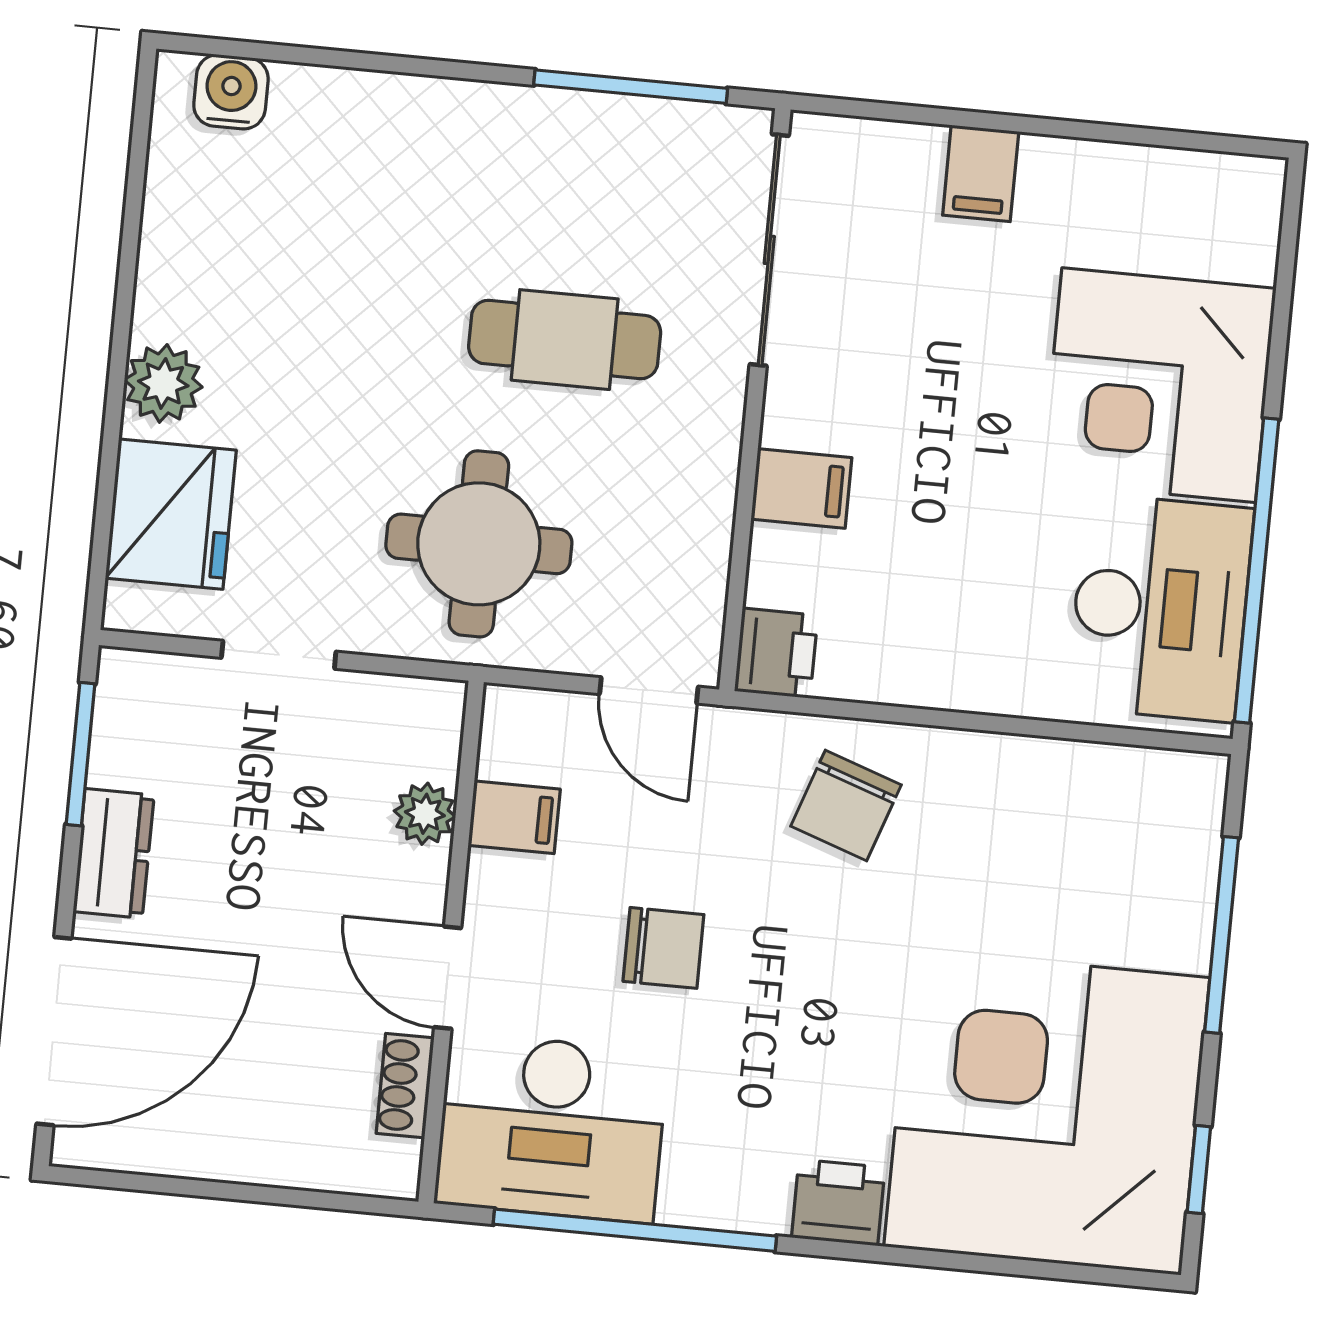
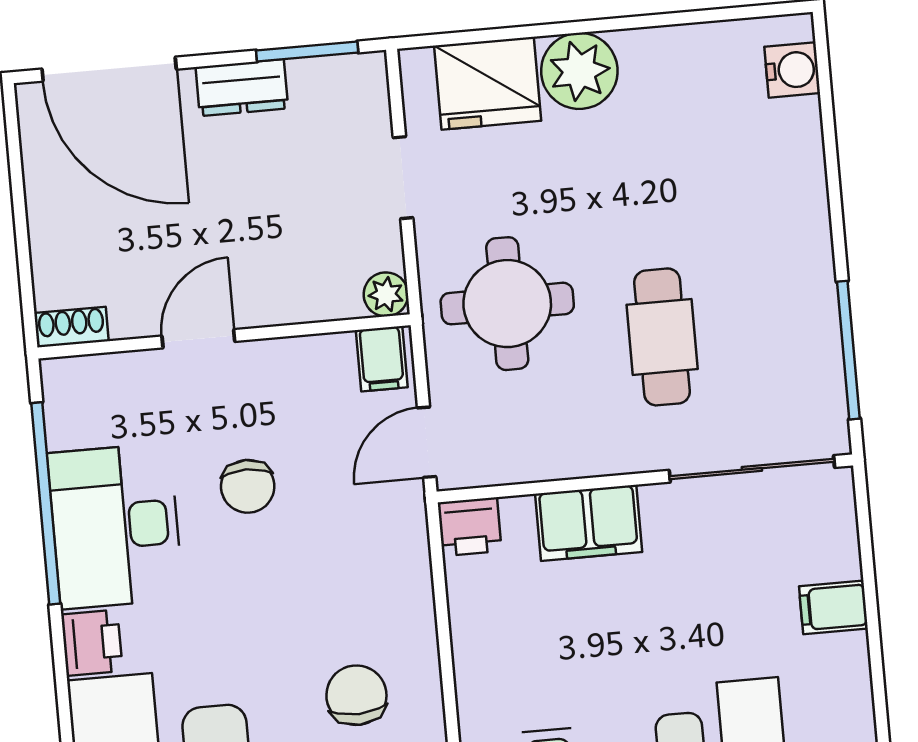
plant: (163, 383) -> (579, 71), width x1.36, depth x1.36
filing cabinet: (801, 488) -> (589, 523), width x2.00
chair: (846, 805) -> (356, 695), moved, turned 69
plant: (425, 814) -> (386, 294), moved
filing cabinet: (514, 817) -> (382, 359), moved
shoe rack: (405, 1086) -> (71, 327), moved
desk: (552, 1128) -> (115, 526), moved

